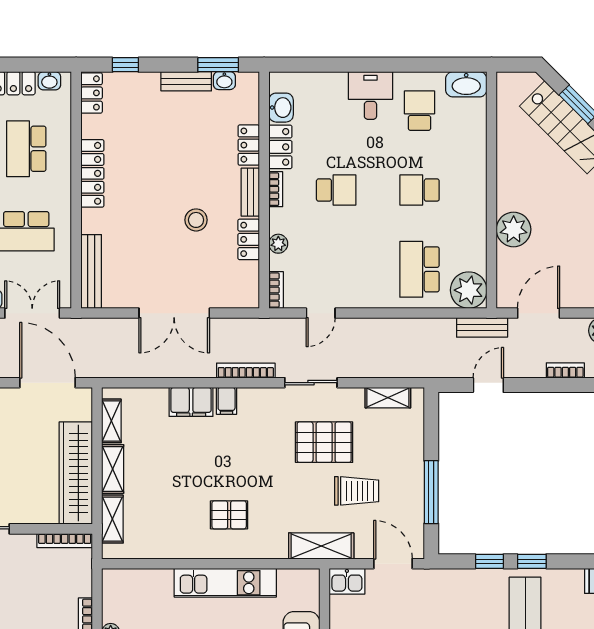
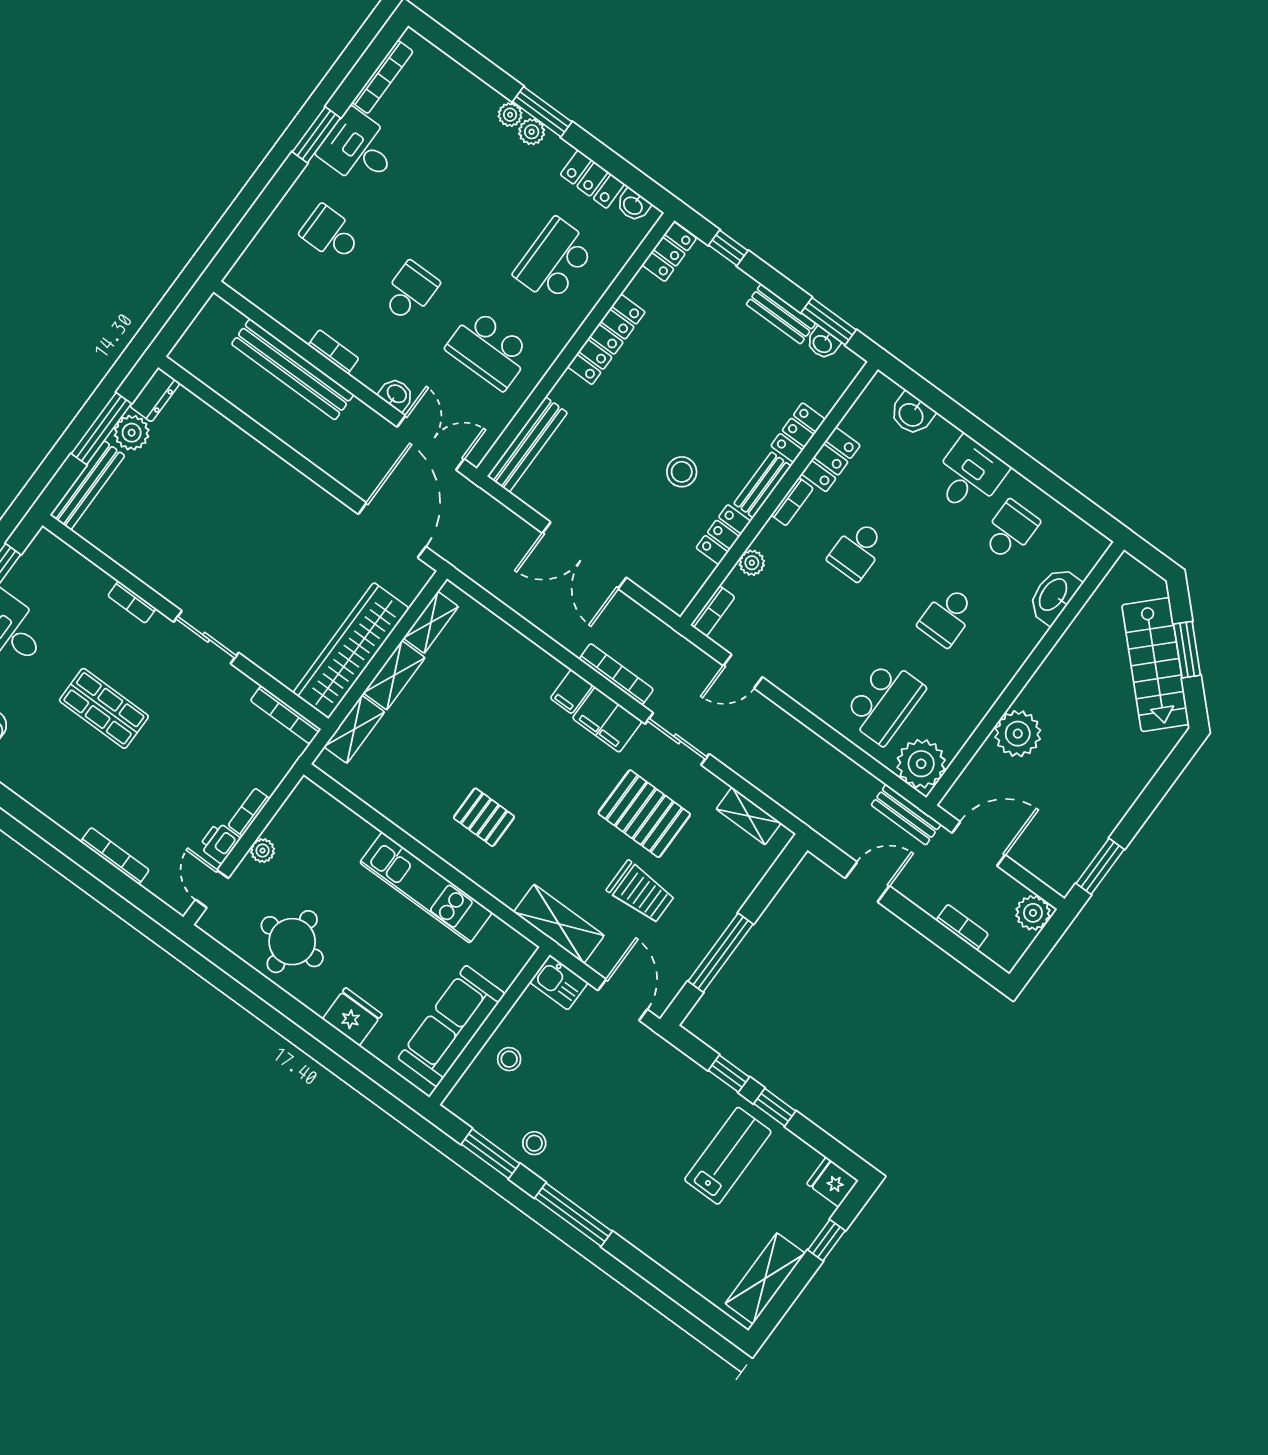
washbasin: (466, 84) -> (1054, 595), moved, turned 90
washbasin: (281, 108) -> (912, 414), moved, turned 90
school desk: (336, 190) -> (857, 550), turned 90
school desk: (419, 190) -> (947, 616), turned -90
school desk: (419, 269) -> (884, 702), turned 180
filing cabinet: (191, 402) -> (607, 720), moved

